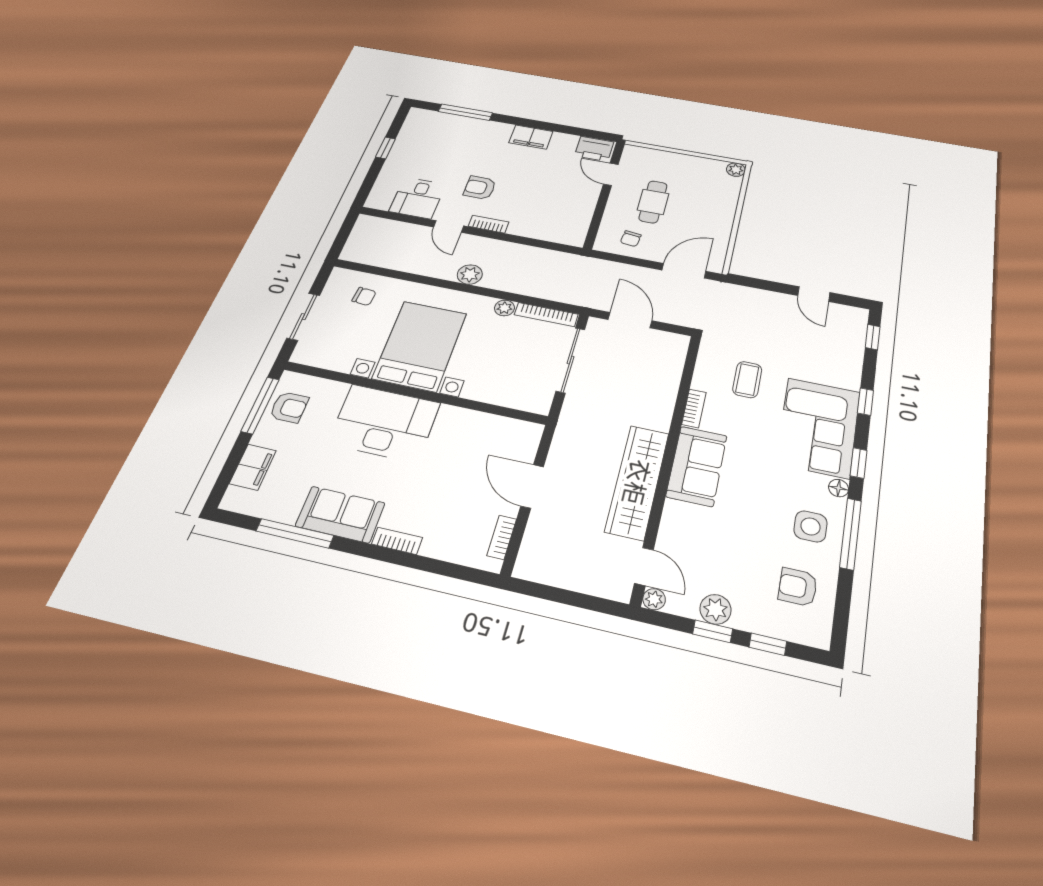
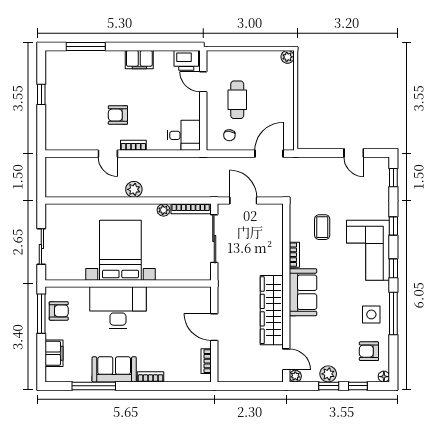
desk: (418, 198) -> (184, 135), moved, turned -90
chair: (364, 296) -> (73, 222), removed
floor lamp: (839, 488) -> (384, 377), moved

